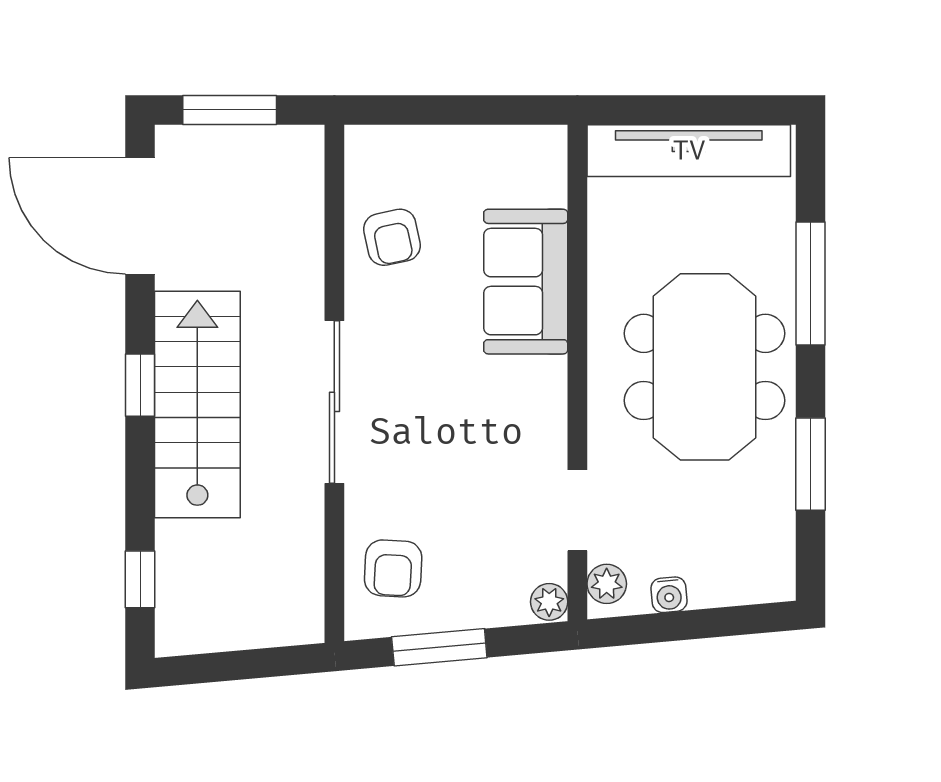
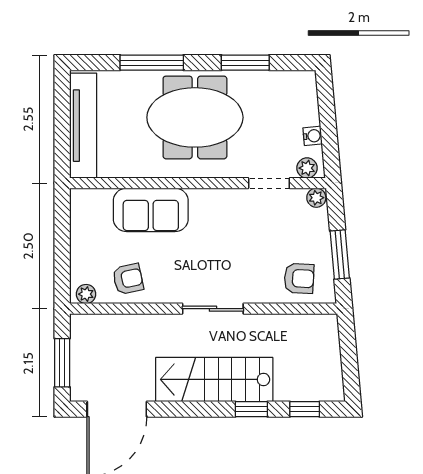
plant: (363, 156) -> (86, 294), added
window: (140, 385) -> (251, 409), moved
sliding door: (334, 402) -> (213, 309), width x0.73

